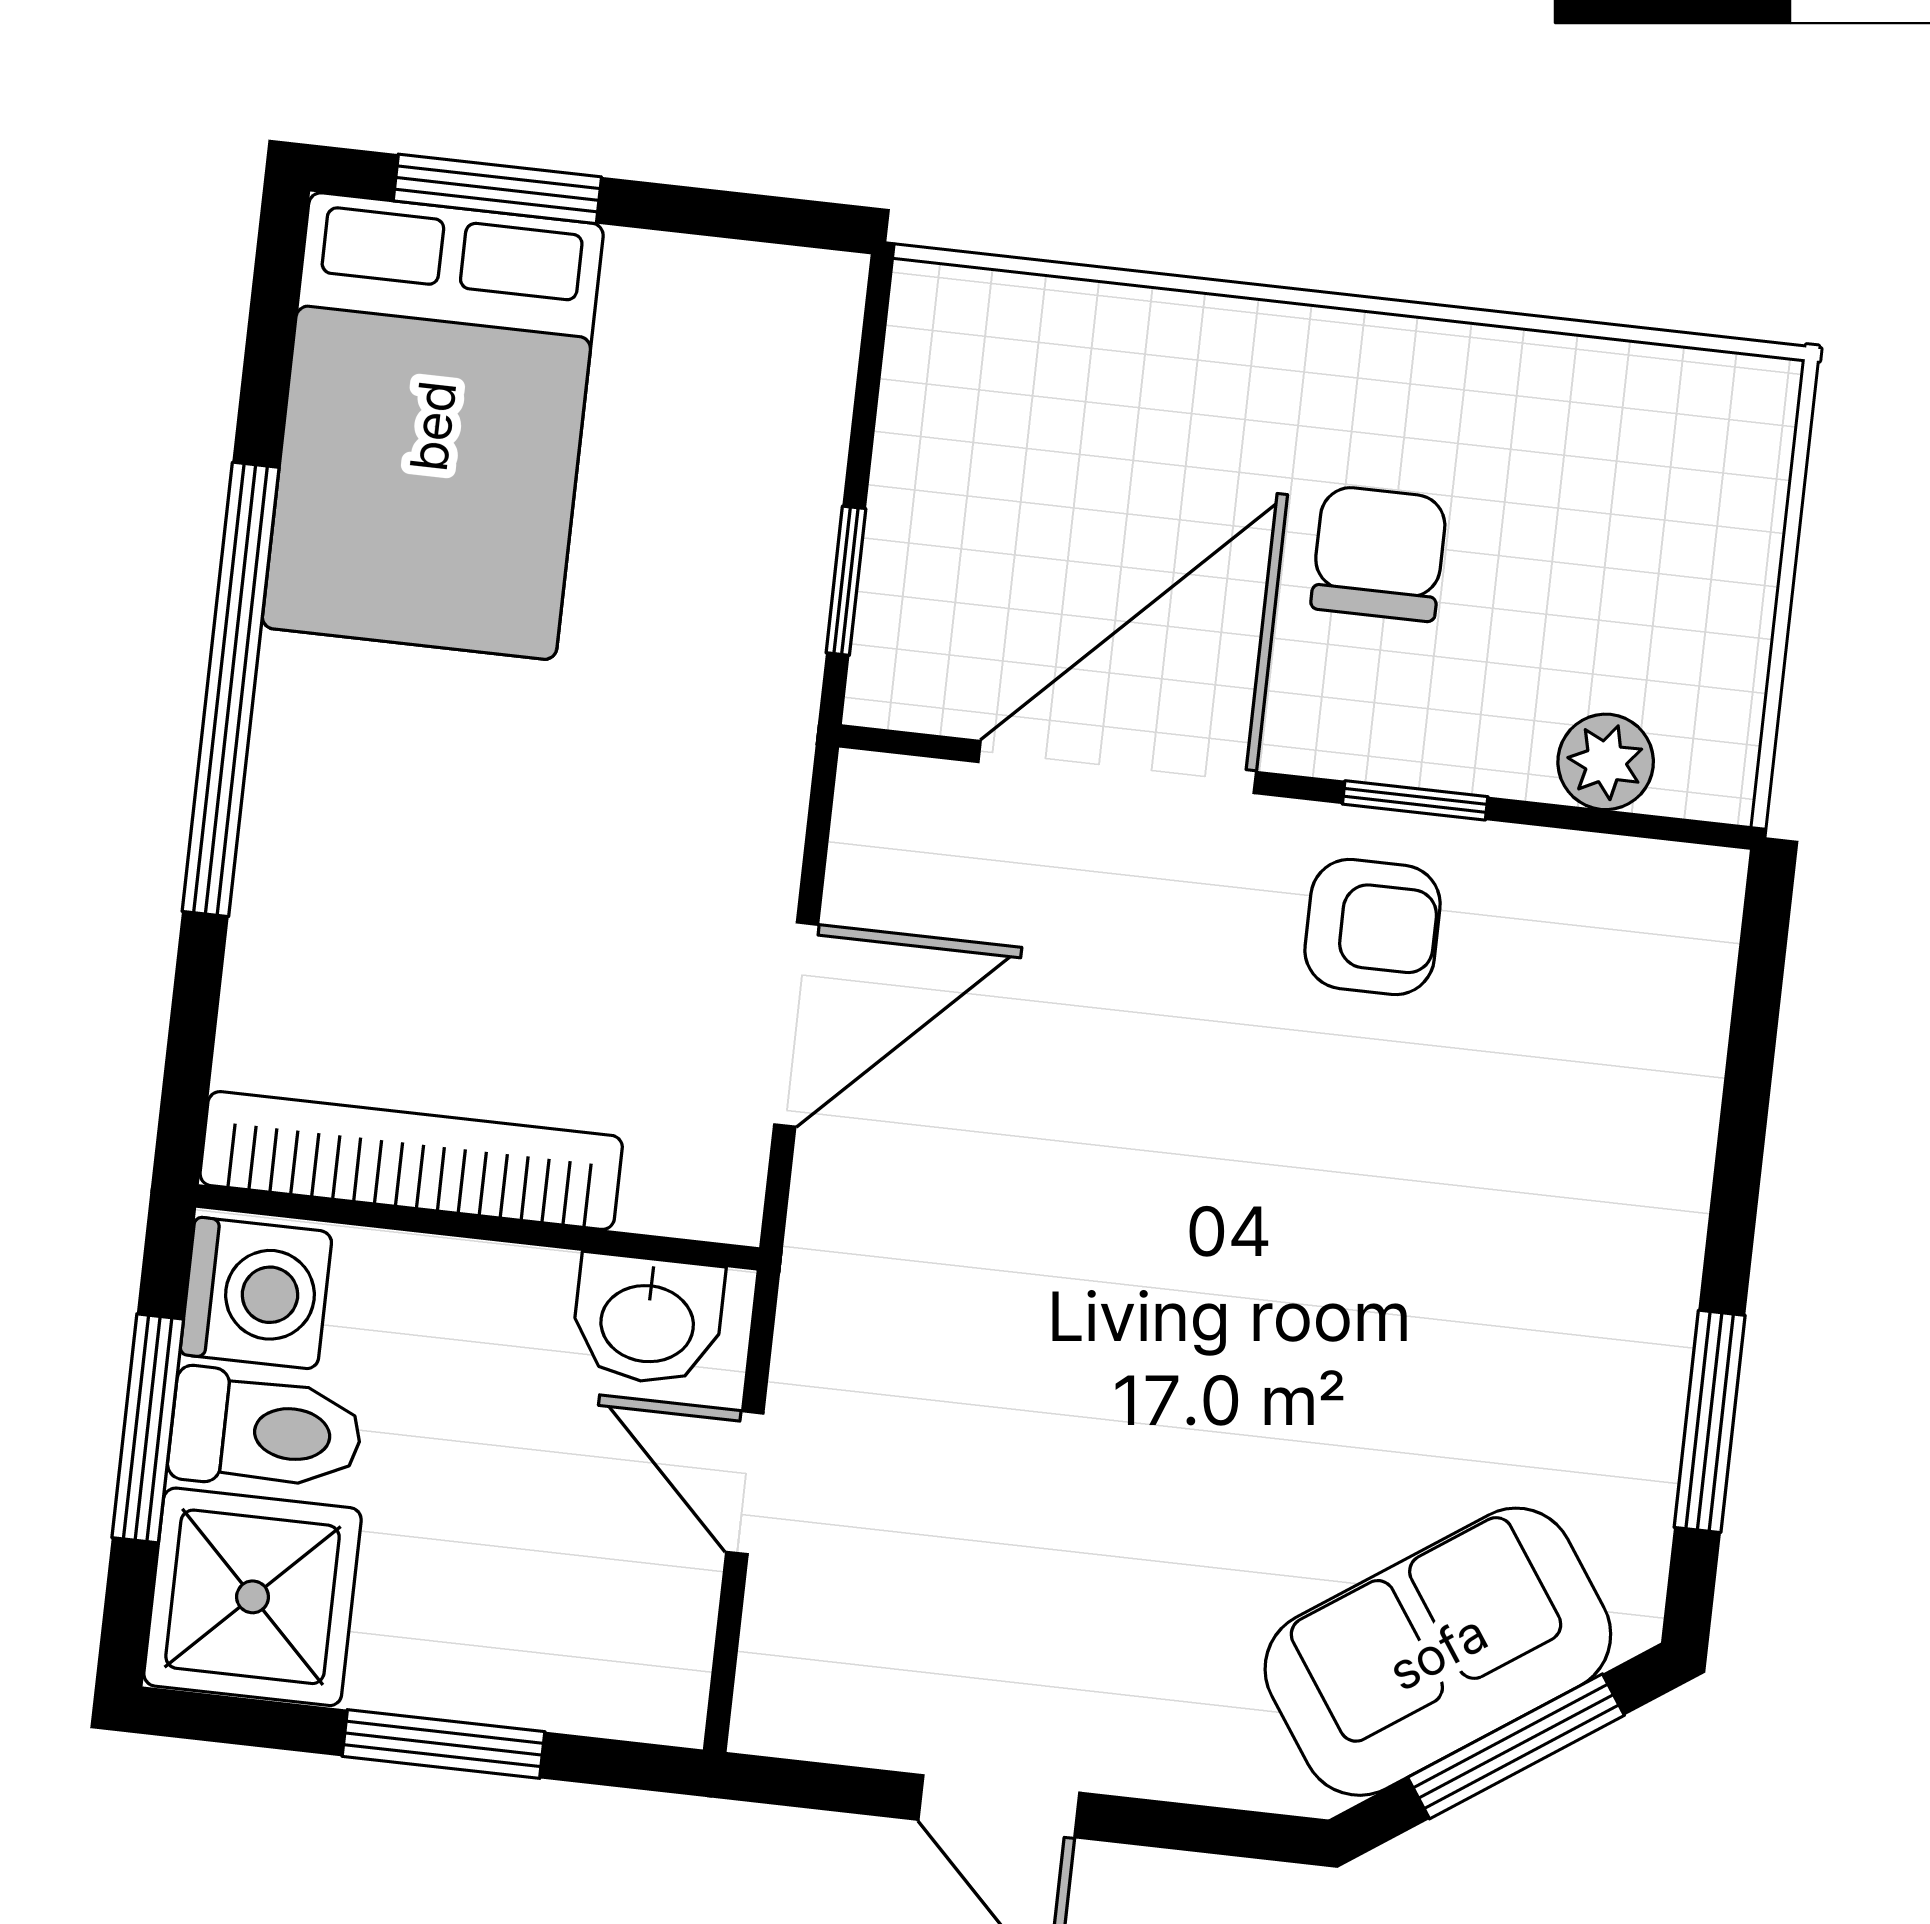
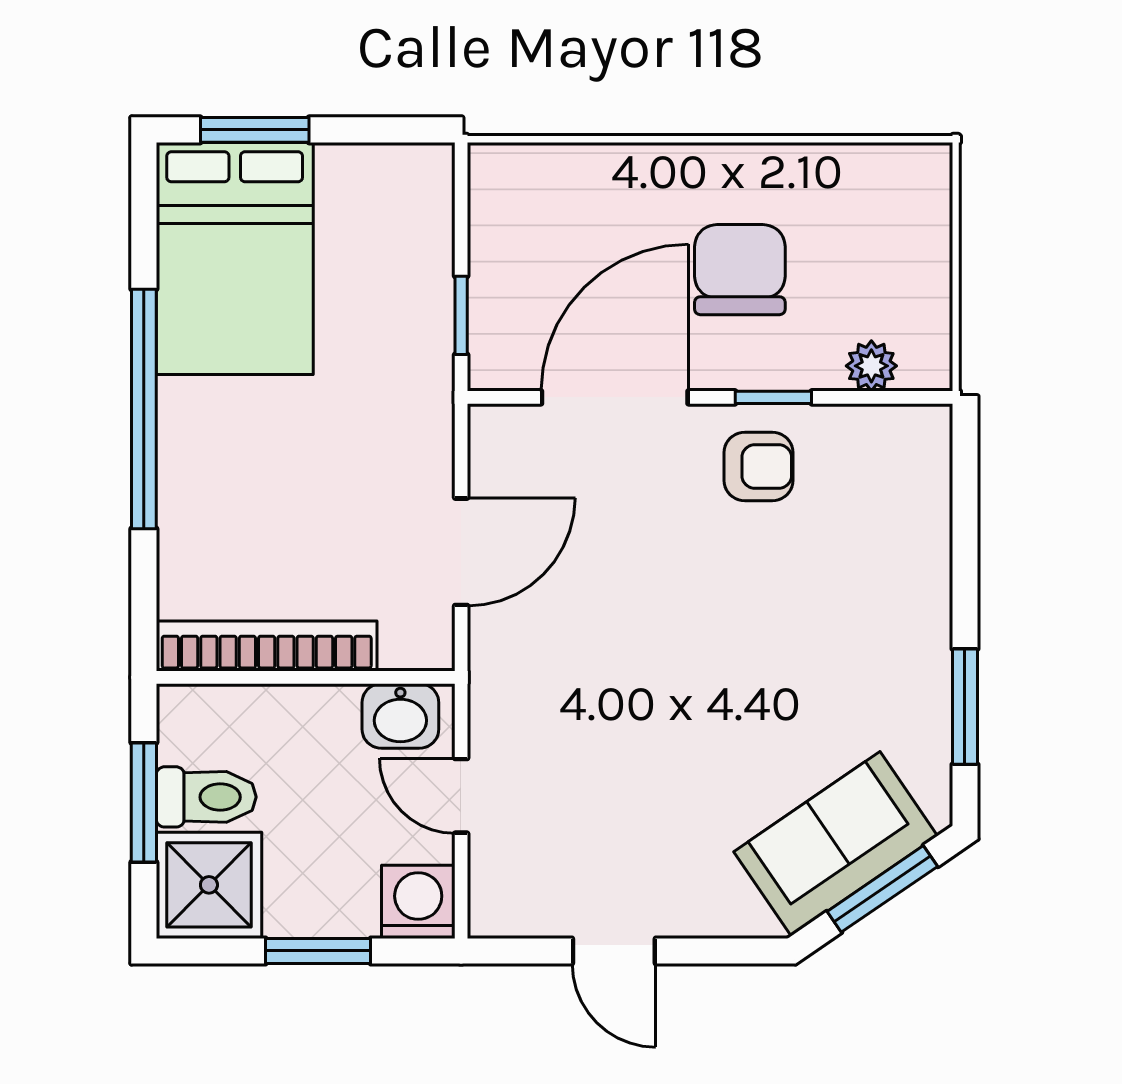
chair: (1379, 553) -> (740, 270), width x1.37, depth x1.37
washing machine: (256, 1293) -> (418, 902), moved, turned -90

